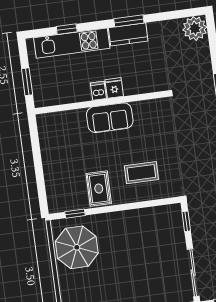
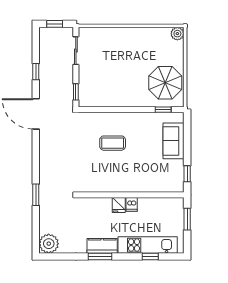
sofa: (110, 118) -> (174, 141), moved, turned -90
window: (35, 138) -> (187, 174), added
coffee table: (141, 173) -> (113, 143), moved
rug: (99, 189) -> (142, 127), removed
sliding door: (193, 273) -> (76, 51), width x0.73

